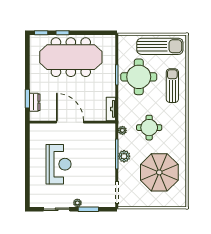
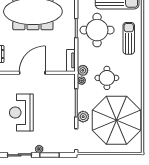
plant: (124, 120) -> (83, 70), added
door: (70, 122) -> (32, 73), hinge flipped
plant: (124, 156) -> (83, 117), moved
reception desk: (58, 164) -> (21, 112), turned 180
parasol: (159, 172) -> (116, 120), width x1.36, depth x1.36

